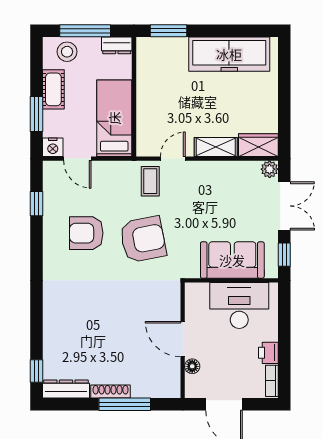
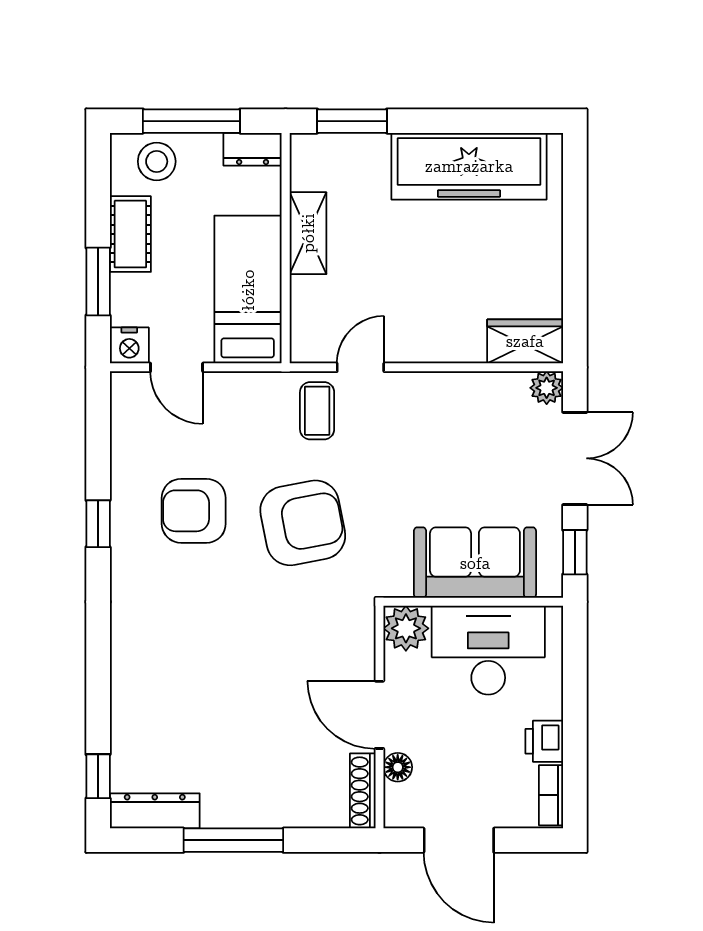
shelving: (216, 147) -> (308, 233), moved, turned 90
window: (37, 204) -> (98, 524), moved
plant: (196, 294) -> (406, 628), added
shoe rack: (111, 391) -> (363, 791), moved, turned -90
window: (125, 404) -> (233, 840), moved

